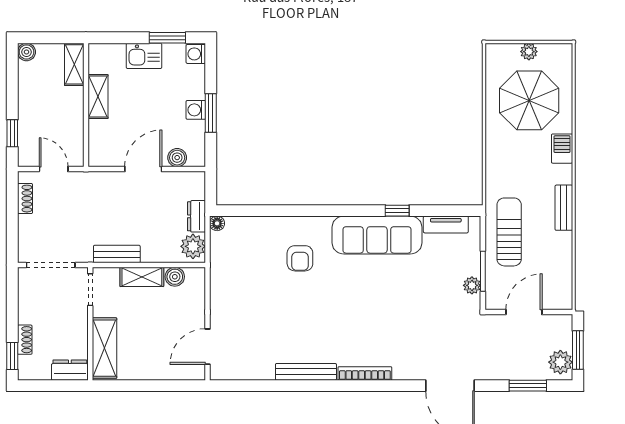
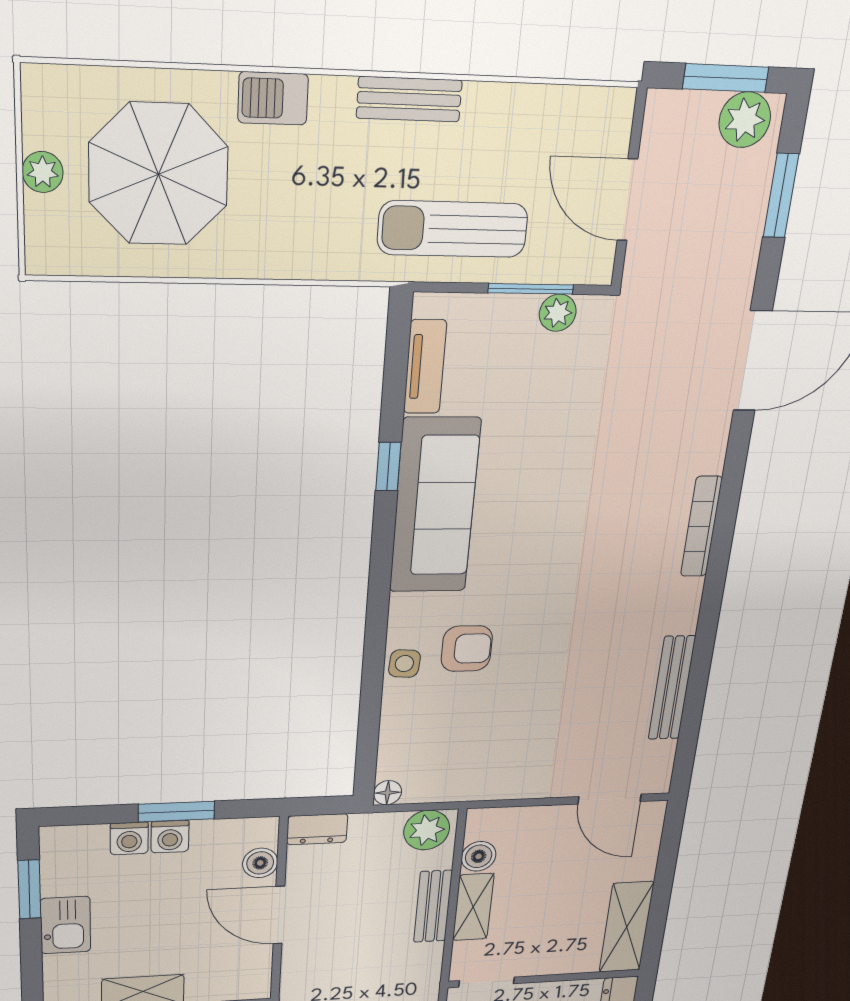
washing machine: (196, 54) -> (129, 838), moved
dresser: (196, 216) -> (317, 829), moved
side table: (292, 227) -> (404, 664), added
bench: (117, 254) -> (433, 906), moved
shelving: (104, 348) -> (627, 927), moved, turned 90
bench: (306, 372) -> (672, 688), moved

